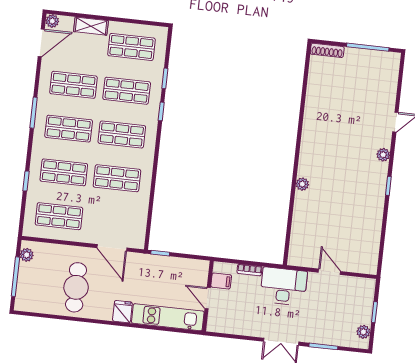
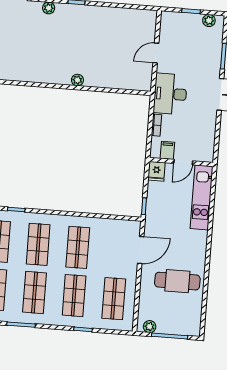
fridge: (122, 312) -> (157, 171), moved, turned -90

